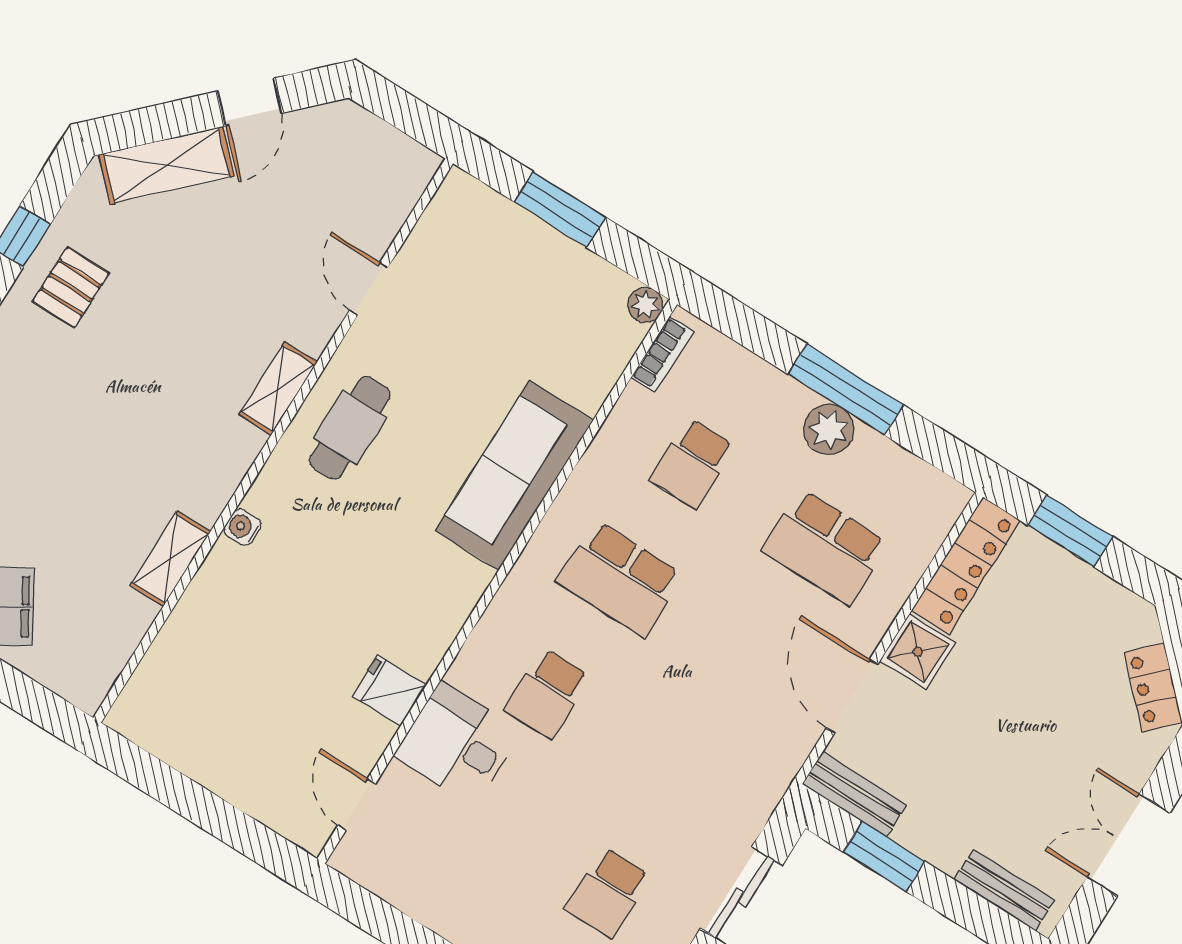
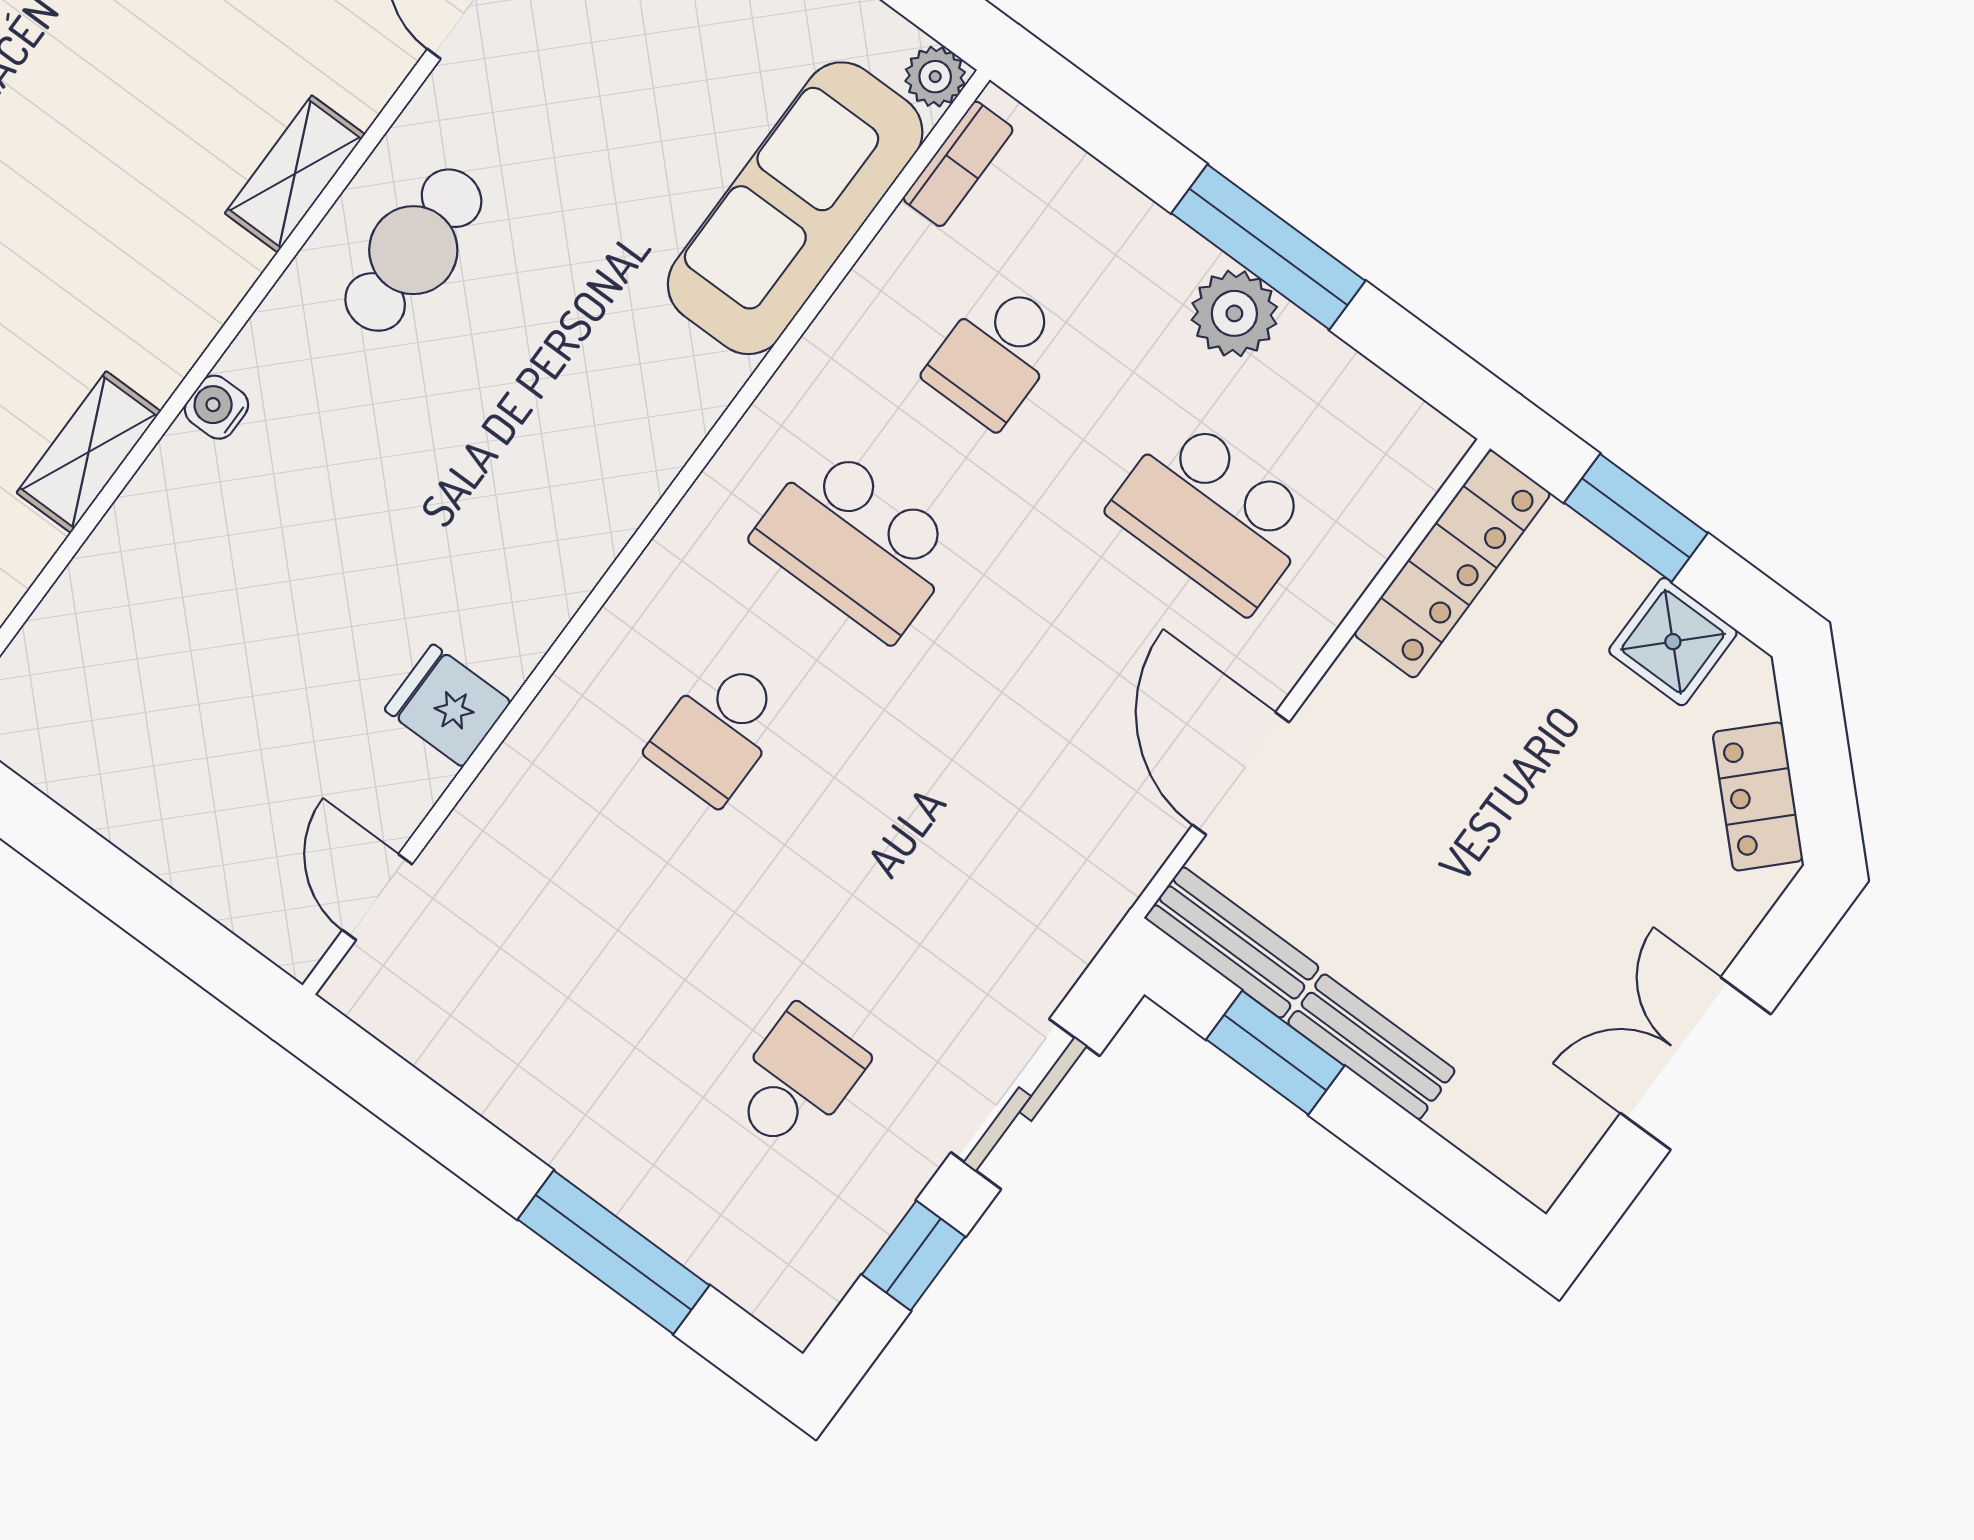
sofa: (514, 475) -> (795, 208), moved
shower: (918, 652) -> (1673, 642), moved
desk: (458, 744) -> (558, 805), removed
bench: (1004, 890) -> (1371, 1047), moved
school desk: (608, 892) -> (797, 1079), turned 180

